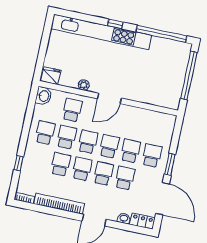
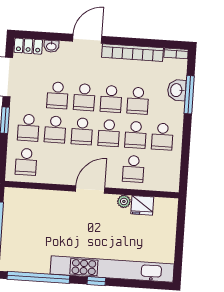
fridge: (51, 76) -> (142, 205), moved
washbasin: (44, 96) -> (177, 90), moved
school desk: (158, 128) -> (26, 162), added
window: (19, 163) -> (189, 95), width x2.17

